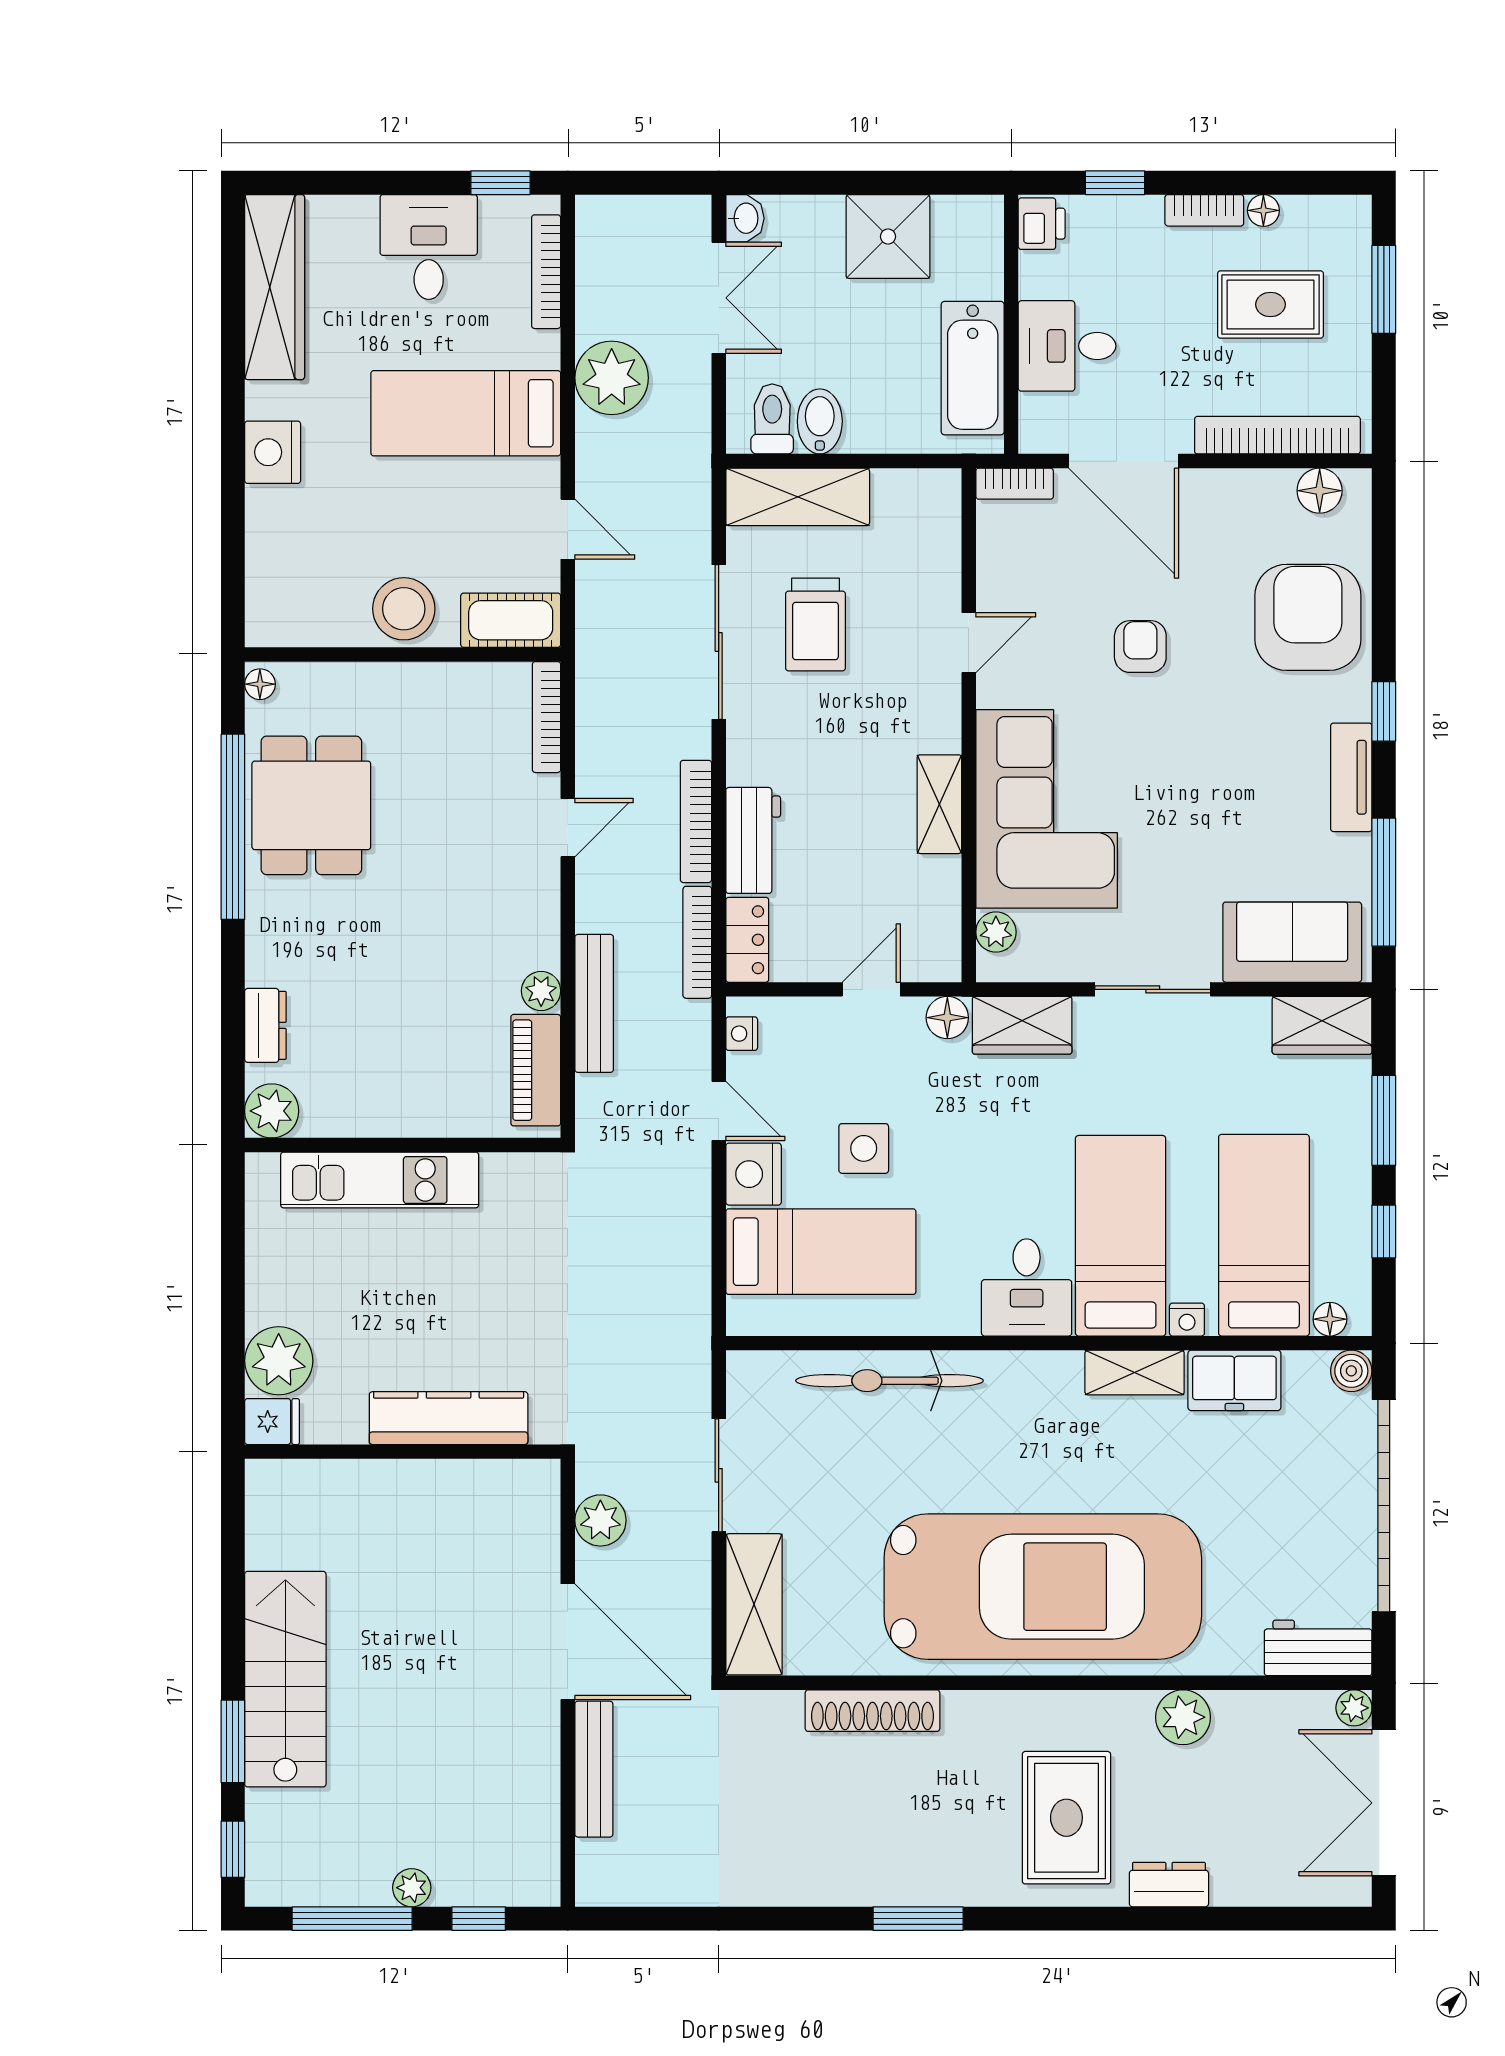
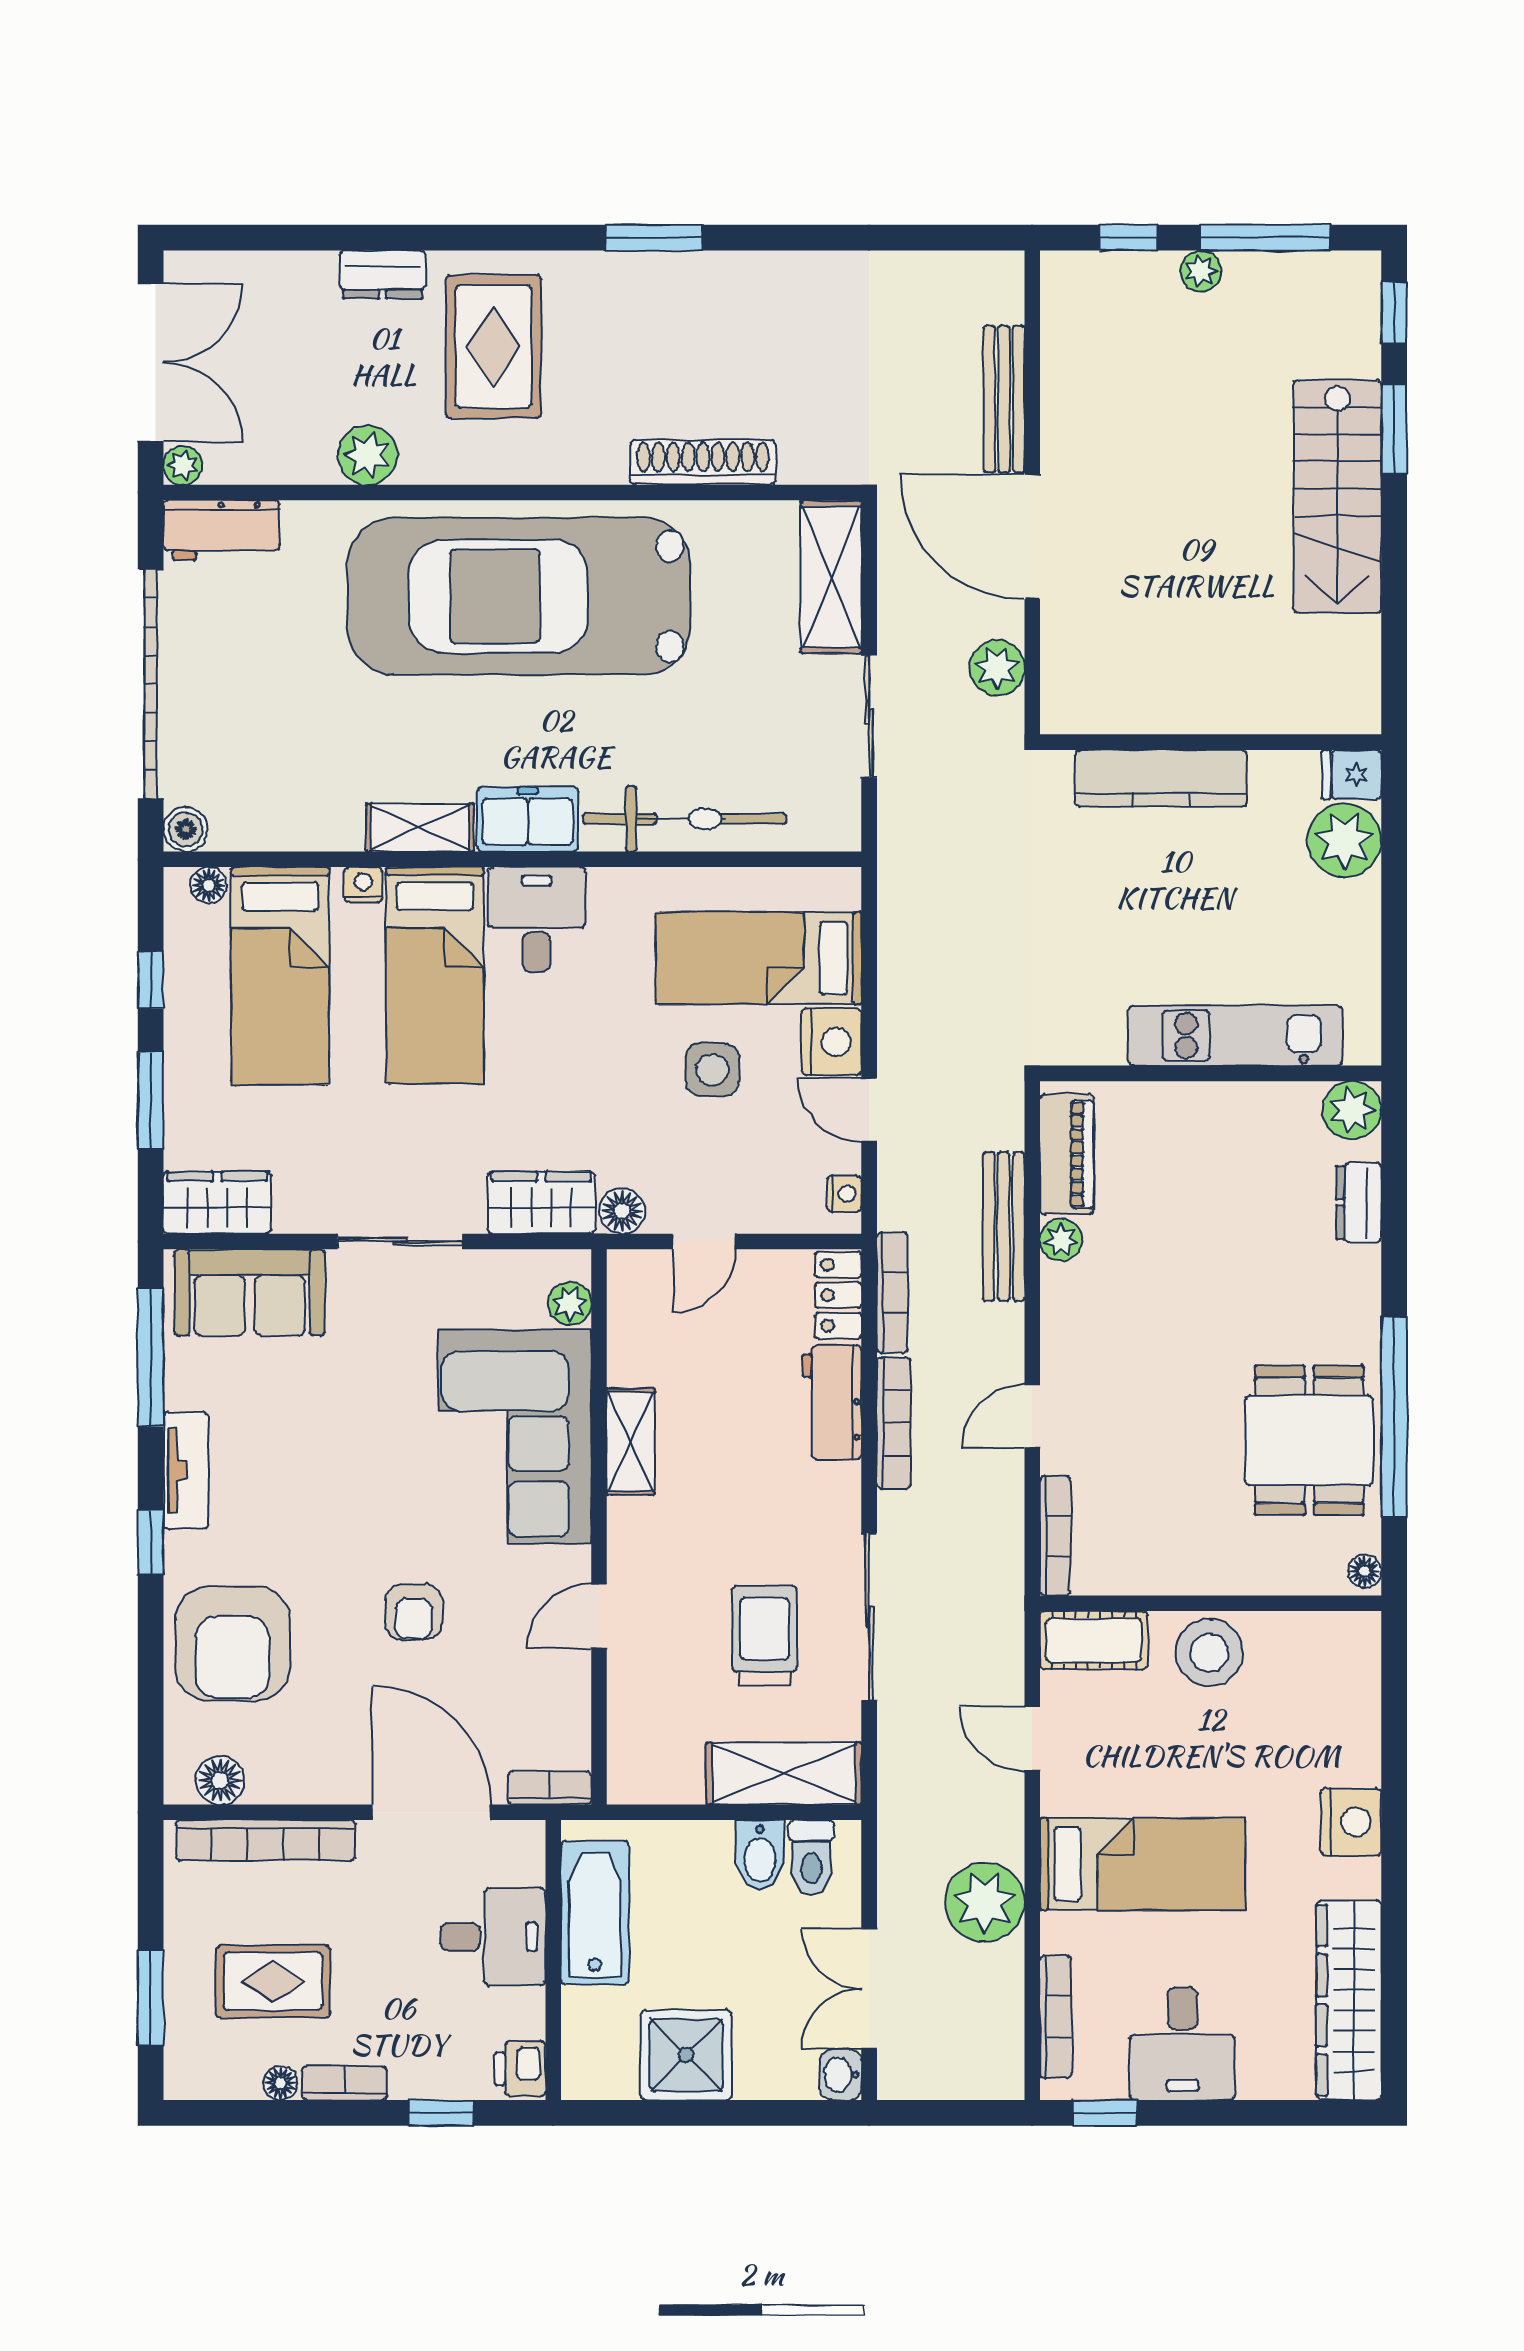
freezer: (1234, 1380) -> (528, 819), moved

